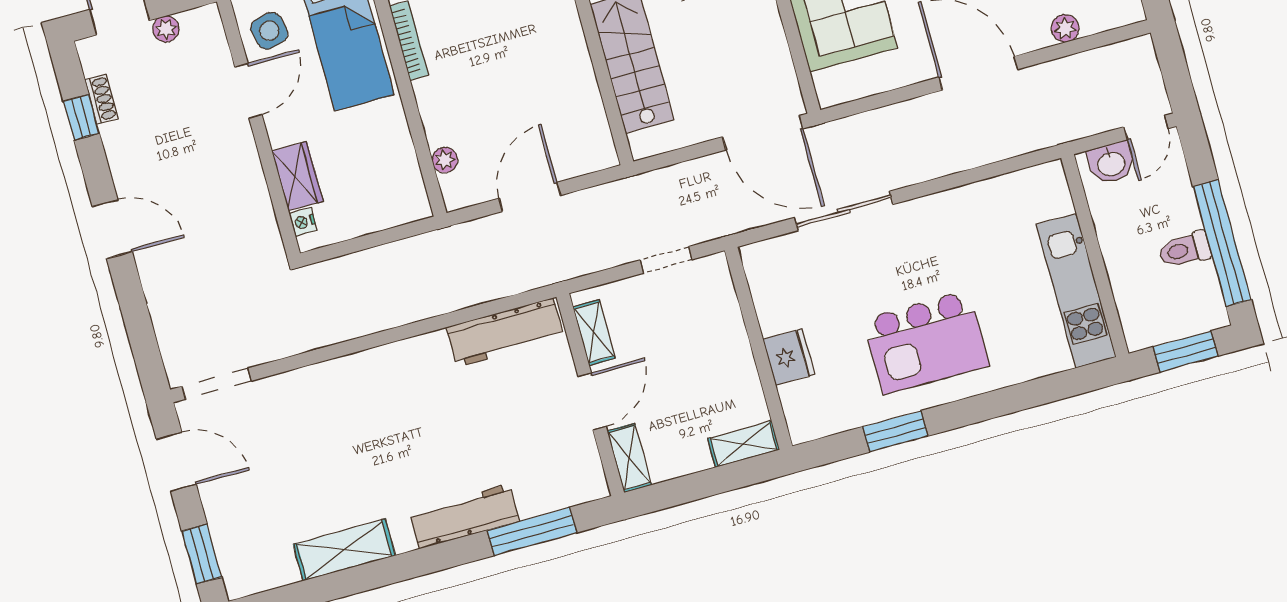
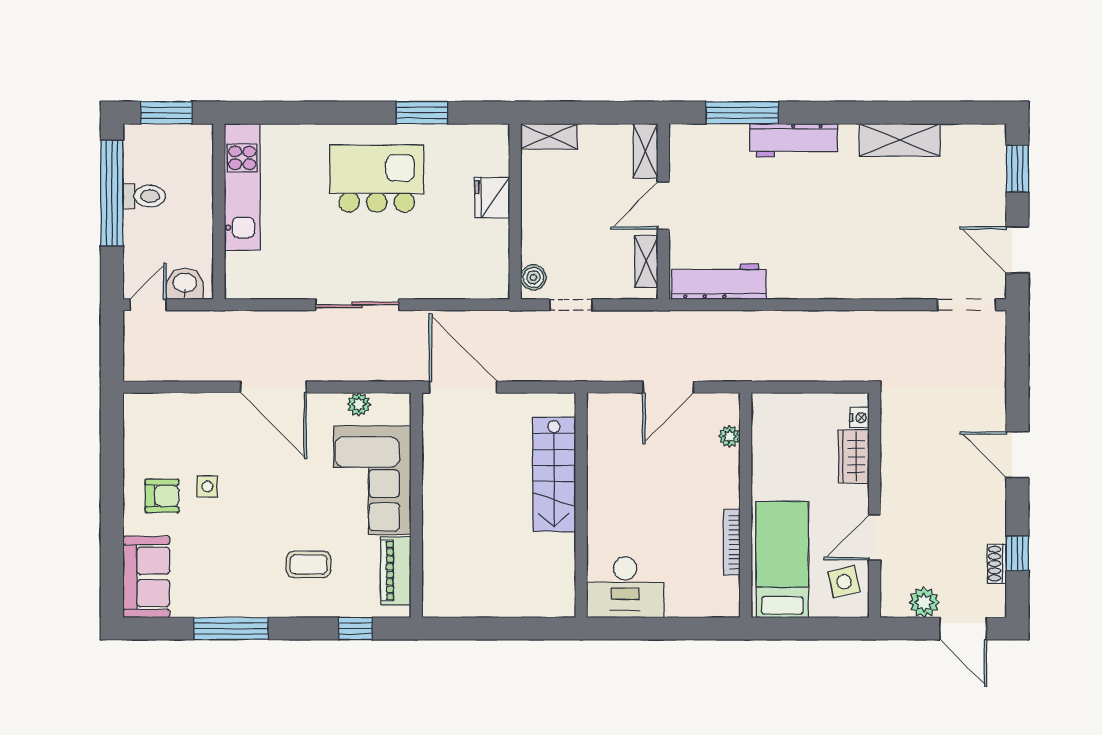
plant: (1065, 28) -> (359, 404), moved
plant: (166, 29) -> (924, 602), width x1.38, depth x1.38
sliding door: (844, 211) -> (357, 305), moved
boiler: (717, 279) -> (533, 277), added

